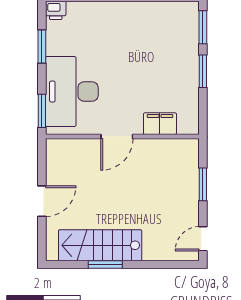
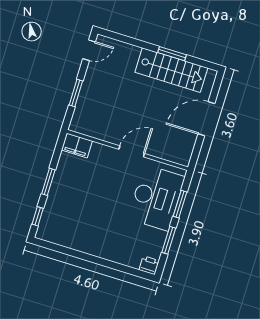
window: (203, 27) -> (38, 216), width x0.67
window: (42, 111) -> (180, 204), moved
filing cabinet: (160, 124) -> (77, 145), moved
door: (42, 201) -> (206, 119), width x1.36

